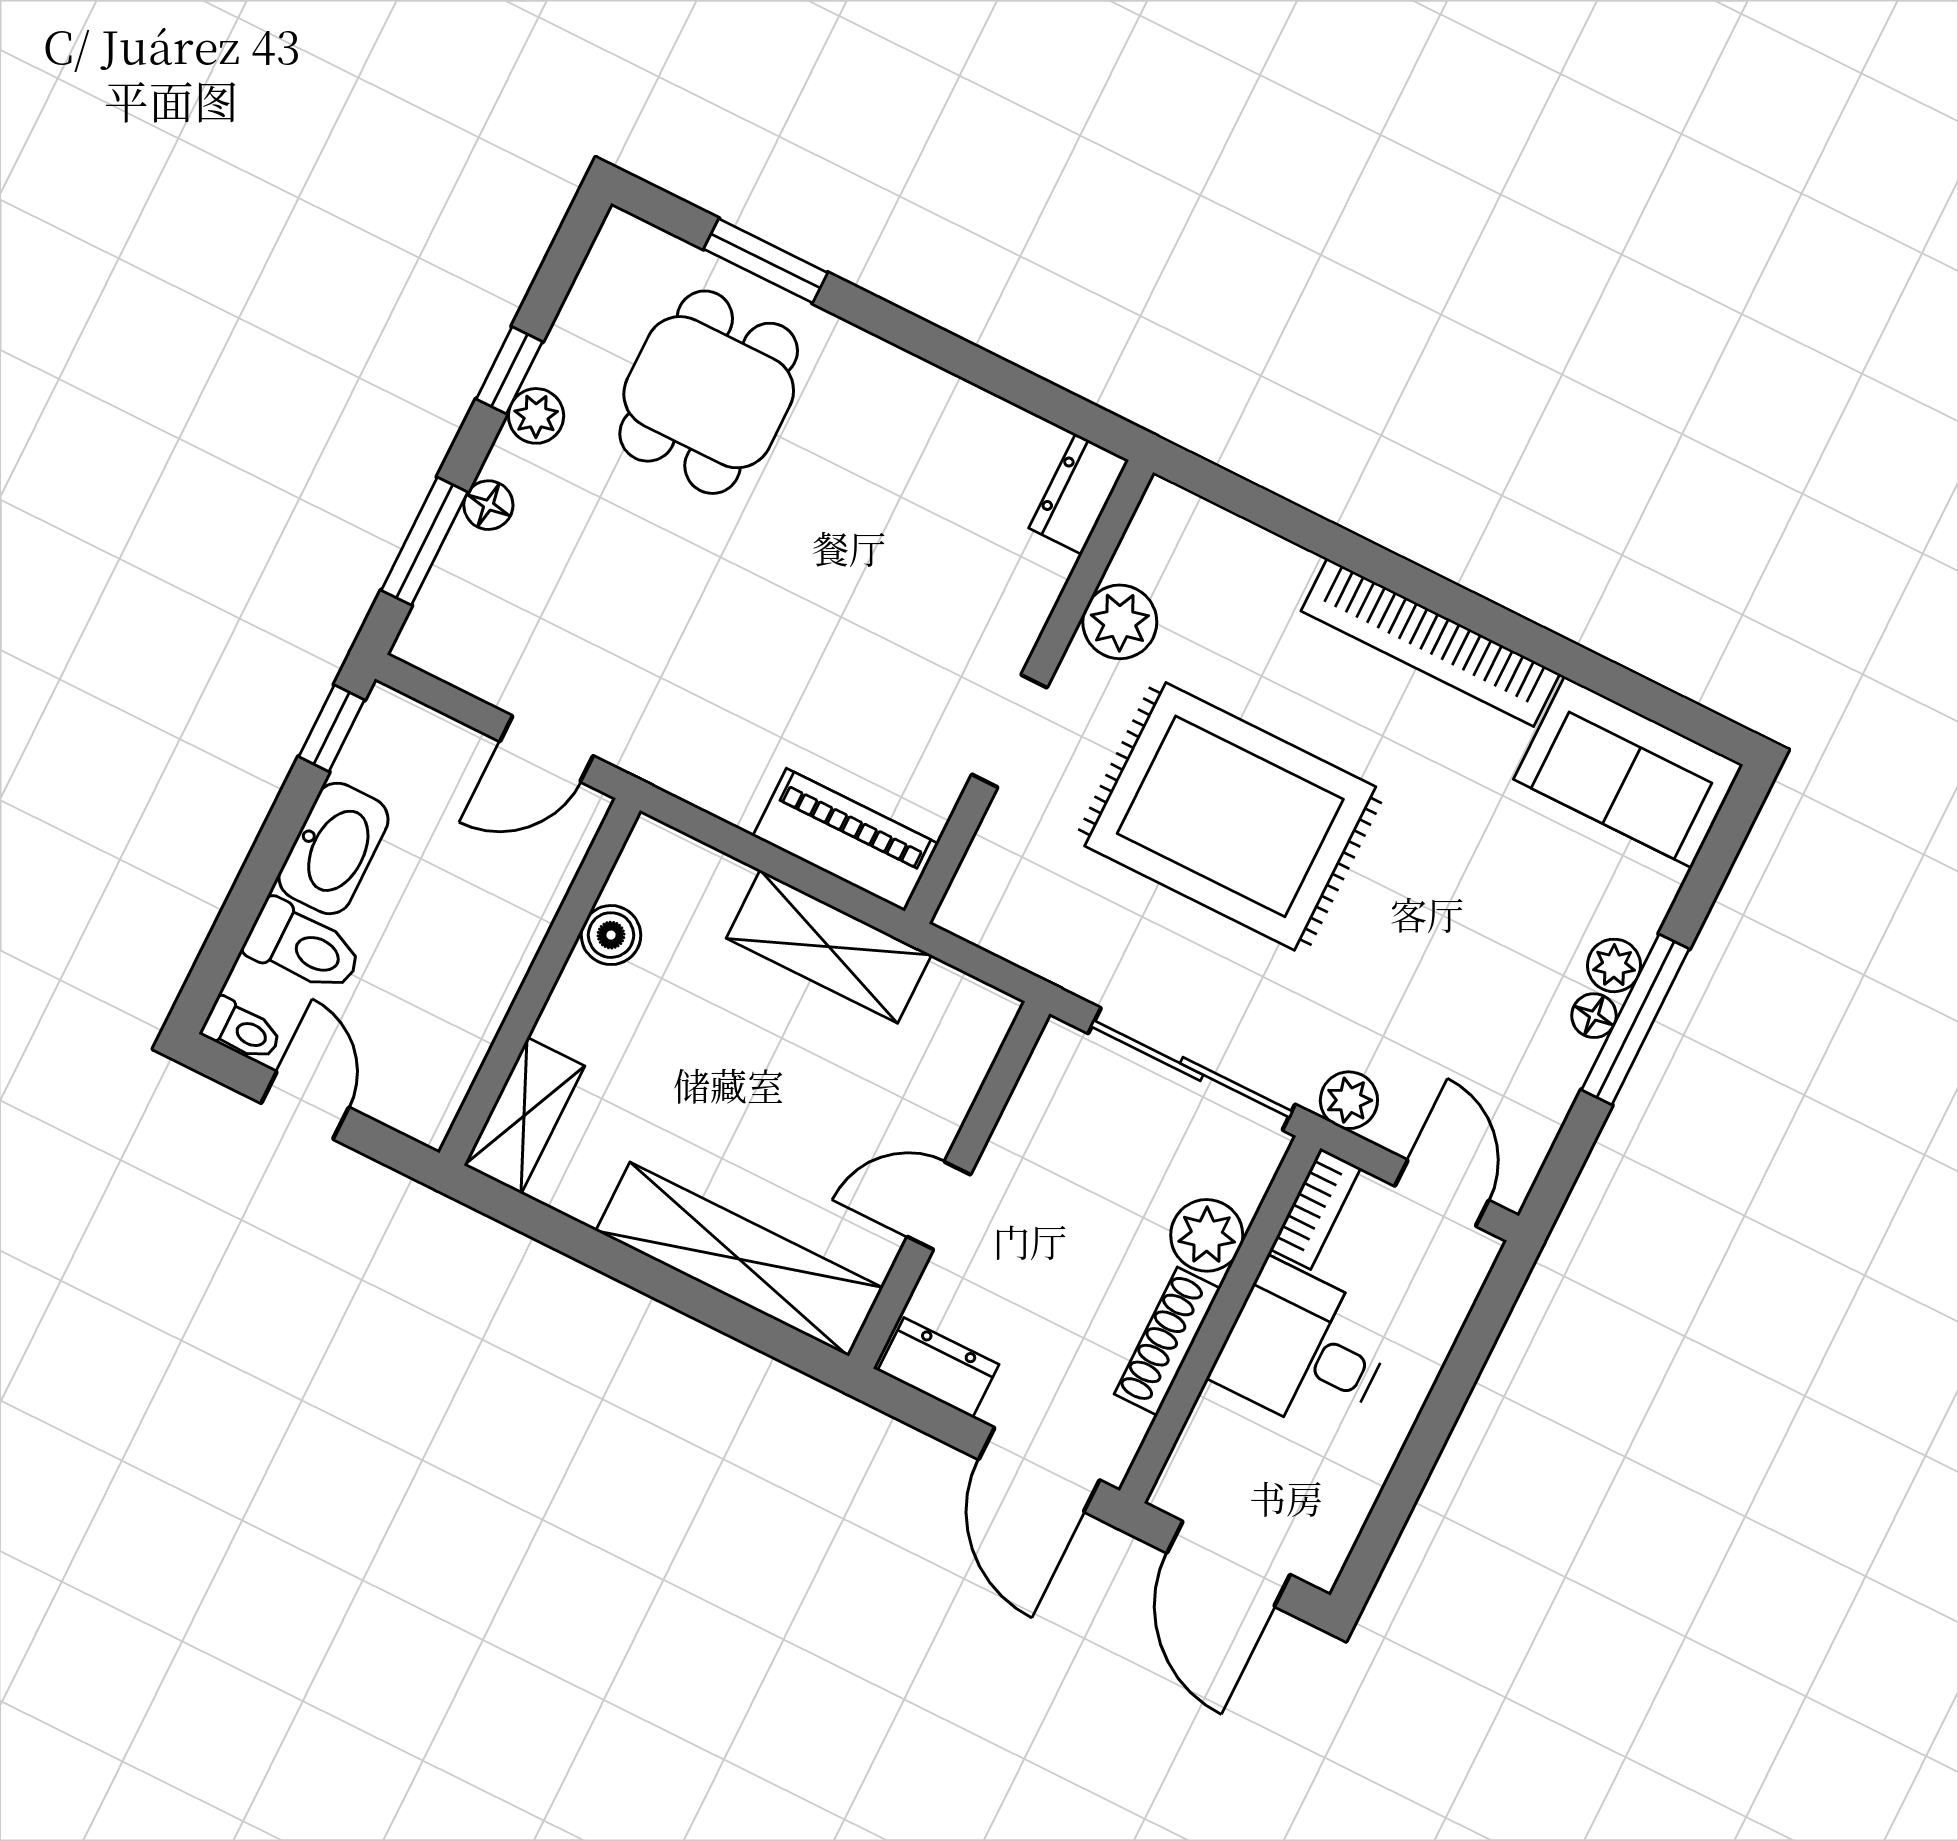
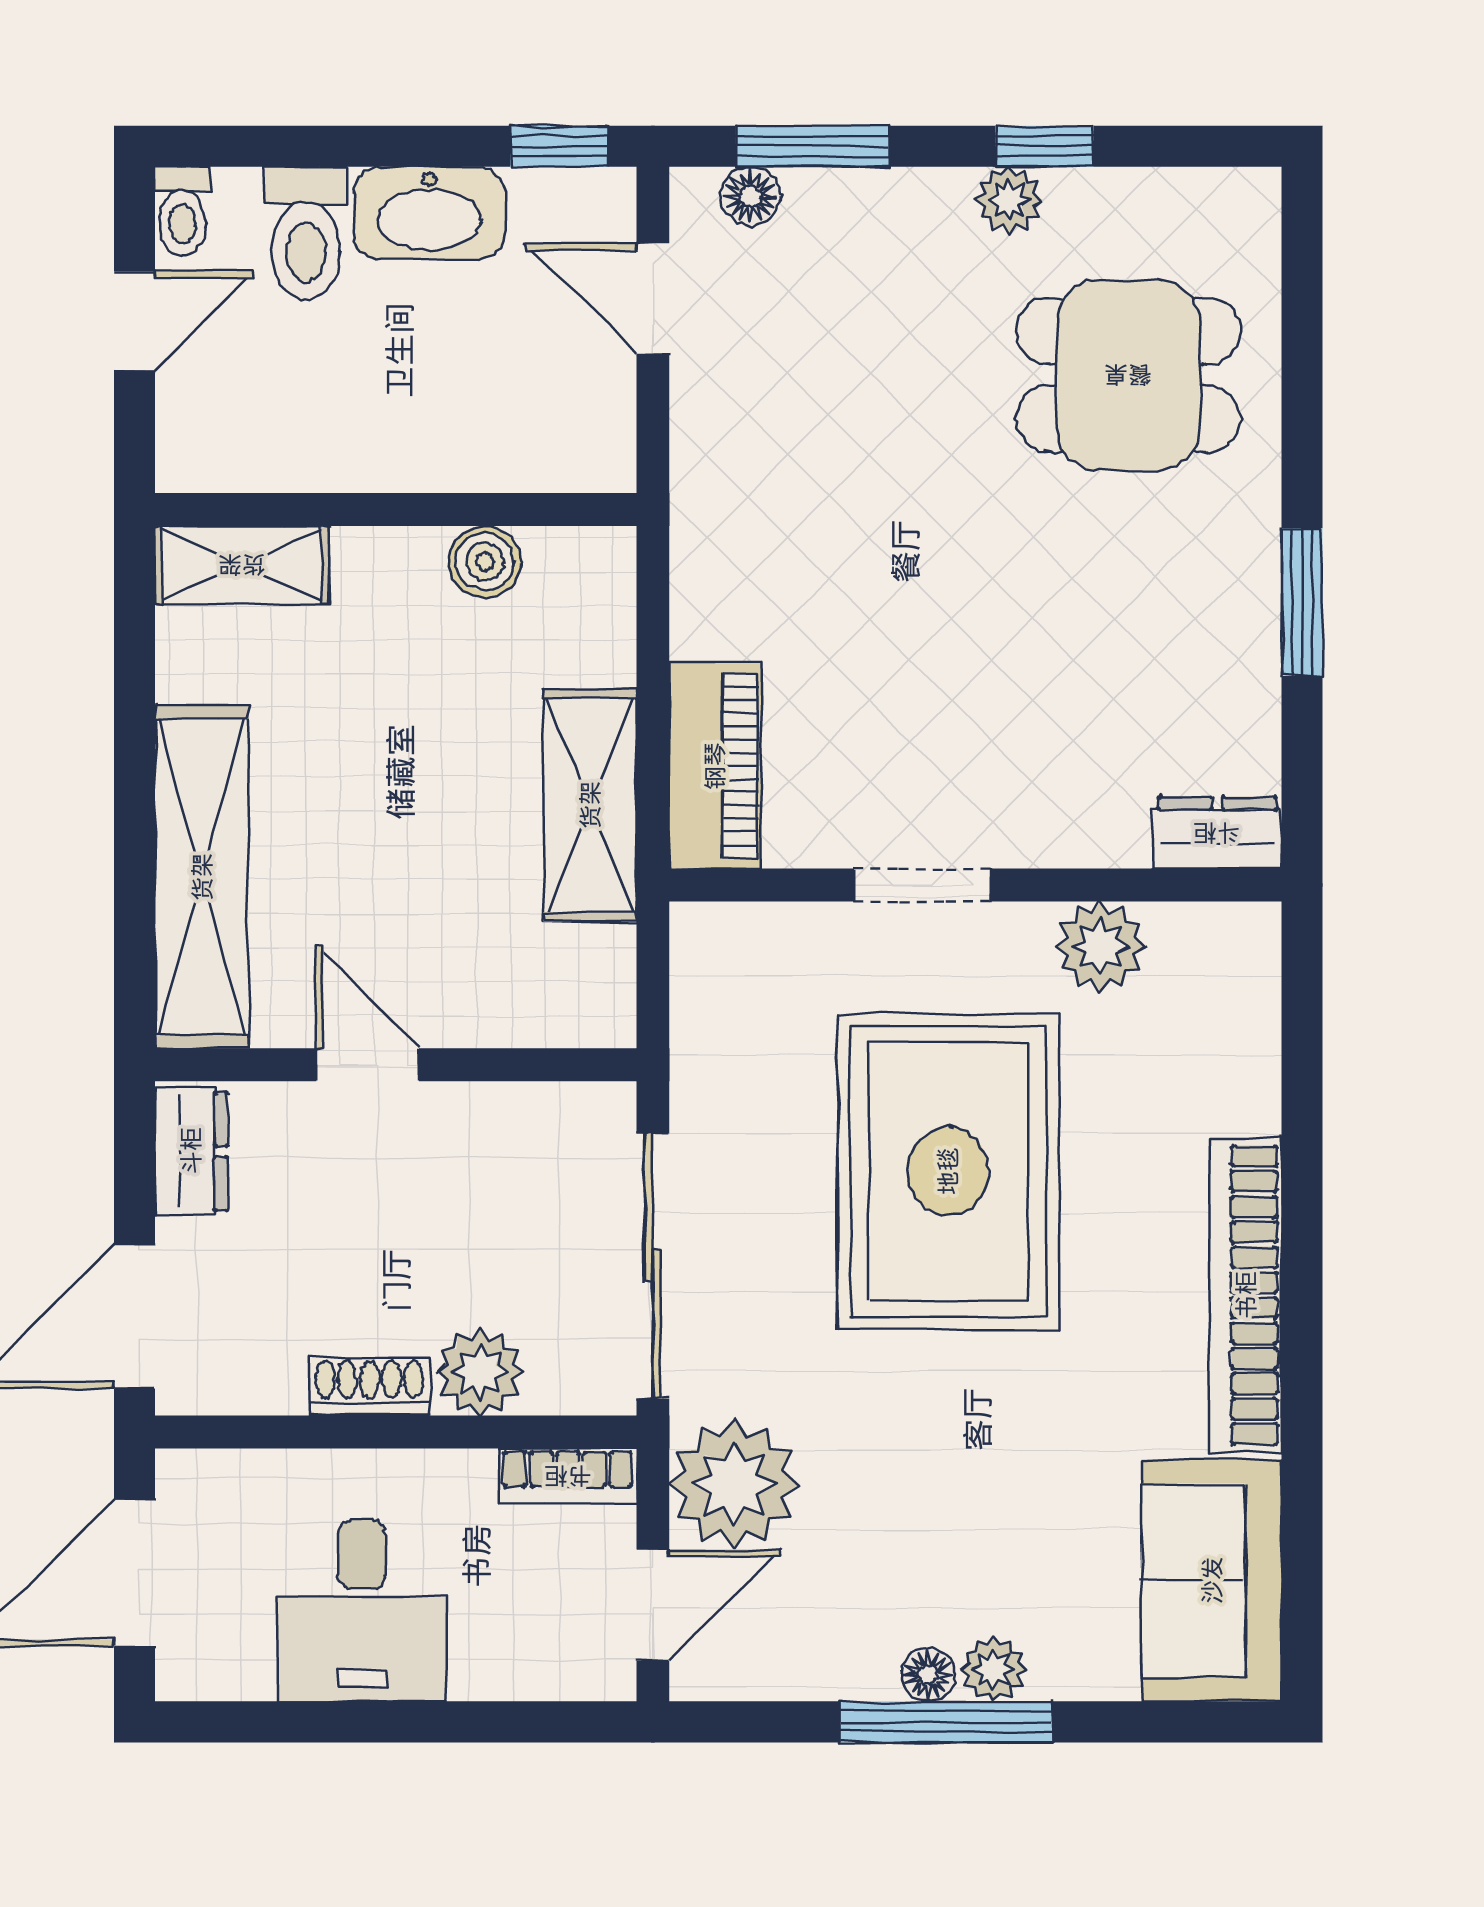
window: (766, 261) -> (1302, 602), moved
floor lamp: (488, 505) -> (750, 196), moved
door: (546, 749) -> (653, 299), moved
plant: (1349, 1100) -> (734, 1484), width x1.88, depth x1.88
shoe rack: (1167, 1341) -> (369, 1386), width x0.70
desk: (1304, 1349) -> (362, 1611), moved, turned 180

